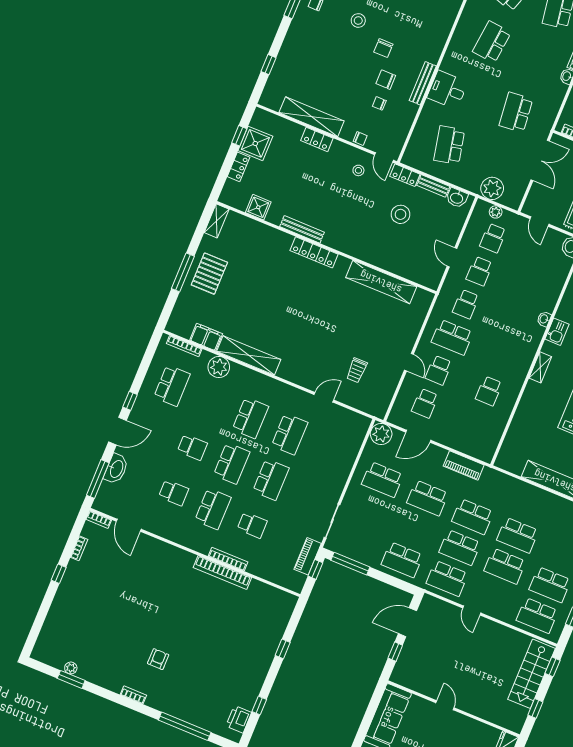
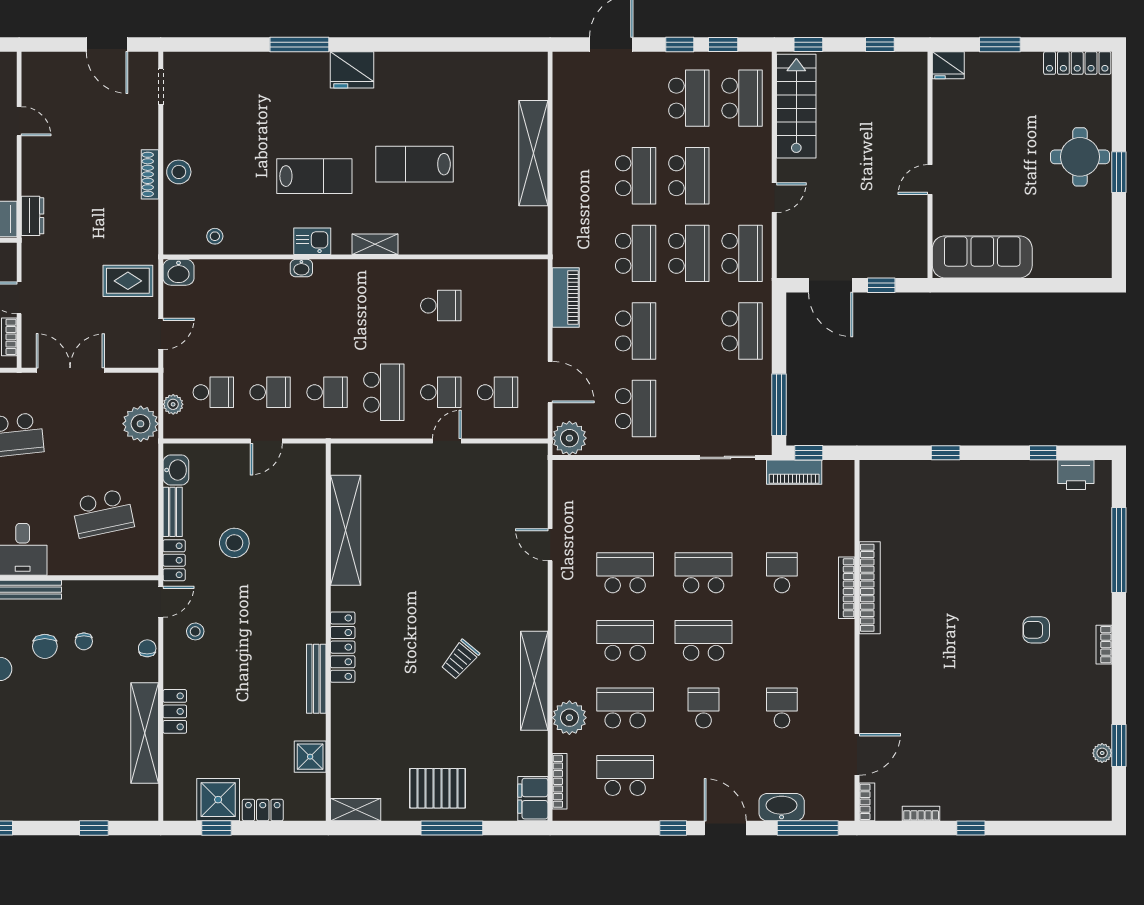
filing cabinet: (206, 337) -> (533, 799), moved
trolley: (357, 370) -> (460, 659), moved, turned 130
school desk: (213, 509) -> (625, 708), moved
stairs: (532, 674) -> (796, 106), moved, turned -90

